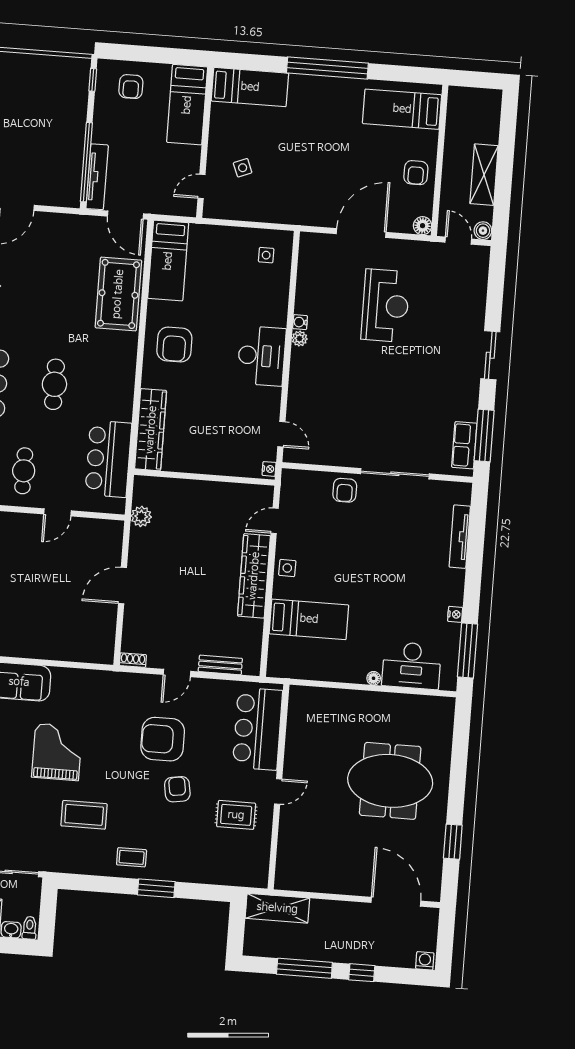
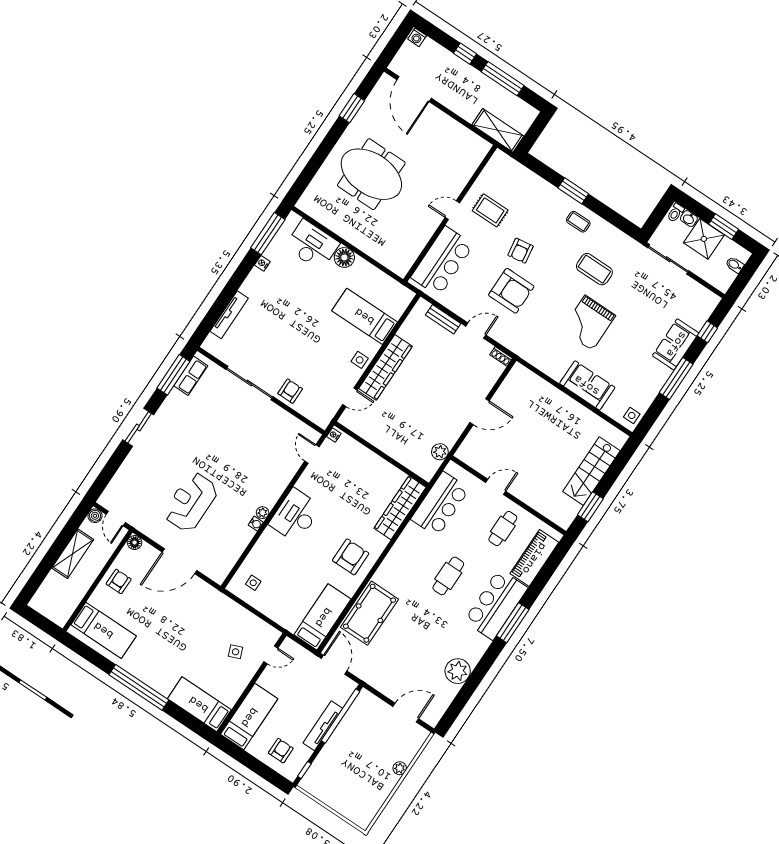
tv unit: (97, 177) -> (323, 726), moved
floor lamp: (374, 678) -> (344, 257), width x1.89, depth x1.89

